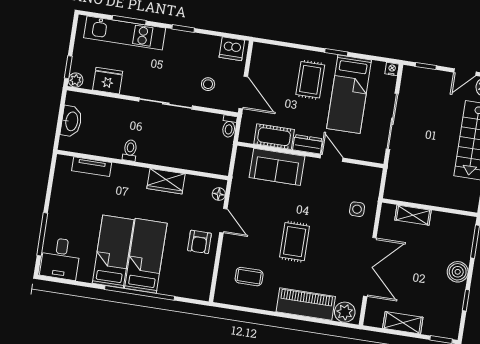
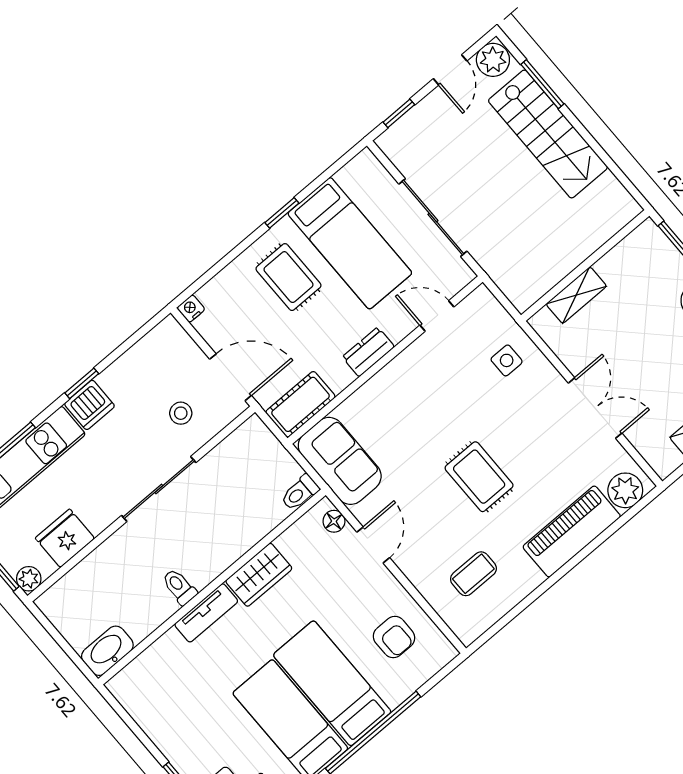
dishwasher: (232, 49) -> (89, 405), moved
nightstand: (392, 69) -> (191, 309), moved
washbasin: (71, 121) -> (107, 651), moved, turned -90
toilet: (229, 126) -> (300, 493), moved, turned 90
cot: (274, 137) -> (300, 404), moved
door: (332, 158) -> (437, 316), moved
tv unit: (92, 167) -> (206, 613), moved
sofa: (277, 167) -> (340, 461), moved, turned -90
door: (223, 221) -> (373, 545), hinge flipped
armchair: (199, 242) -> (394, 637), moved
double door: (370, 267) -> (595, 408), width x0.73

